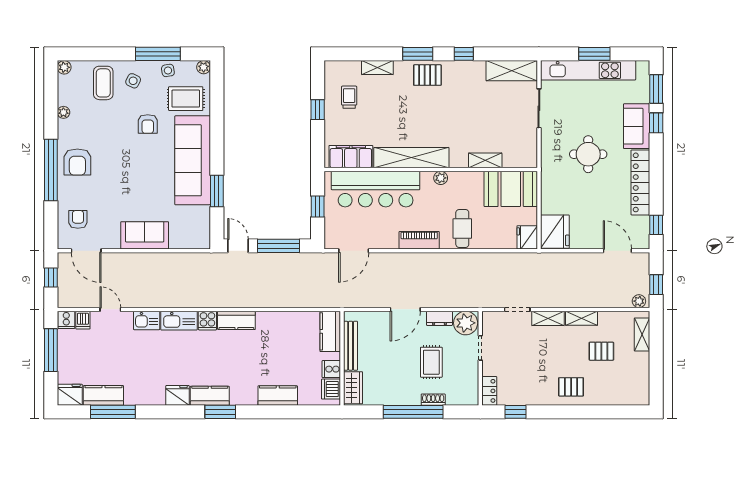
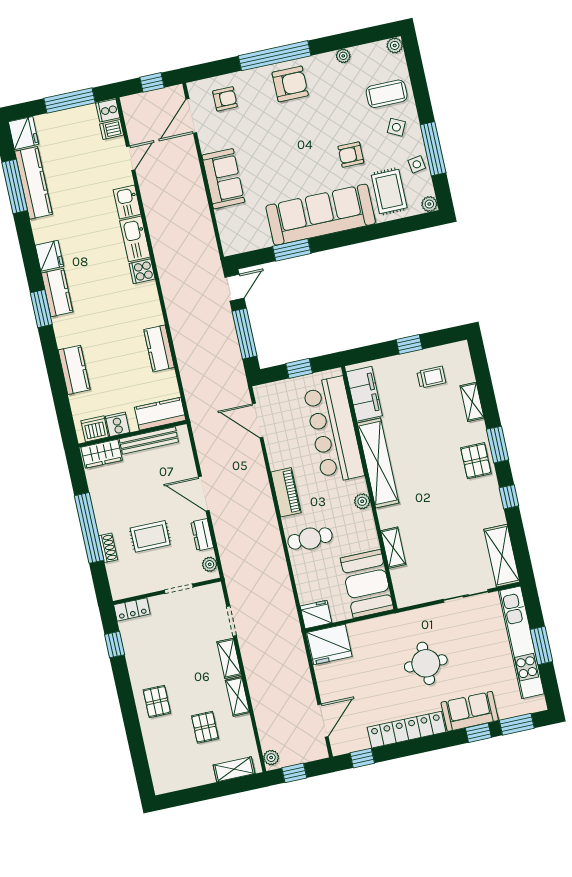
armchair: (77, 162) -> (290, 84), turned 180
kitchen counter: (236, 320) -> (159, 348), moved
plant: (466, 323) -> (210, 564), width x0.53, depth x0.53
kitchen counter: (103, 395) -> (34, 183), width x1.50

